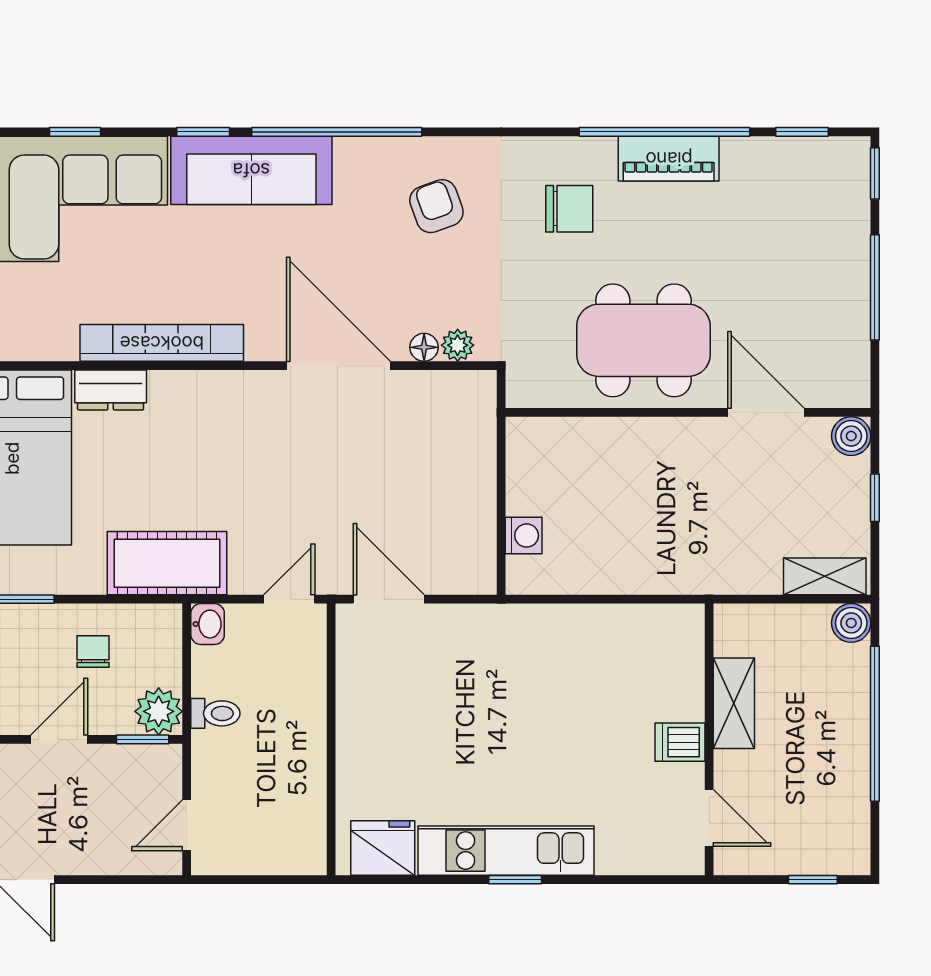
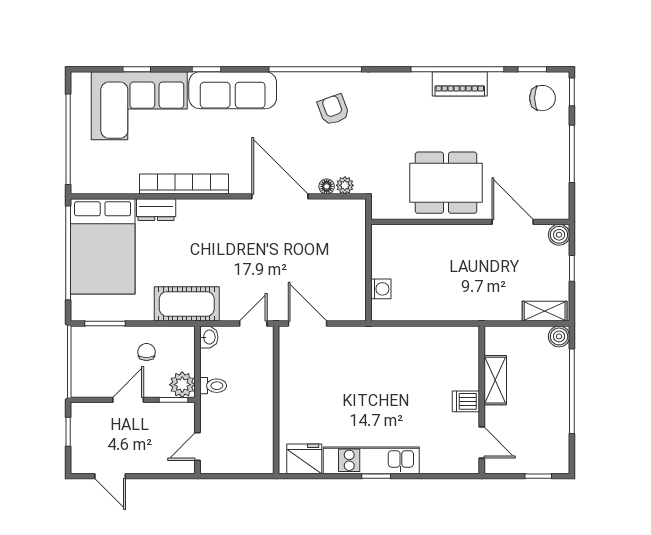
window: (337, 132) -> (315, 69), moved
chair: (569, 209) -> (542, 98), moved

